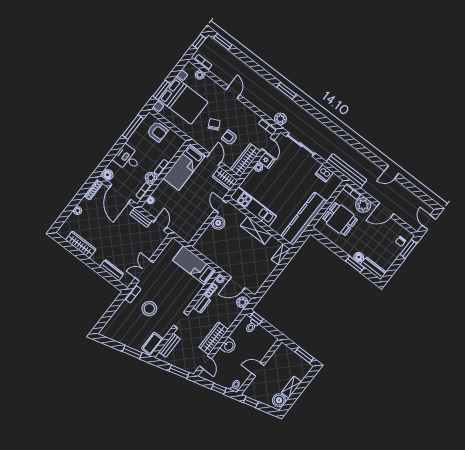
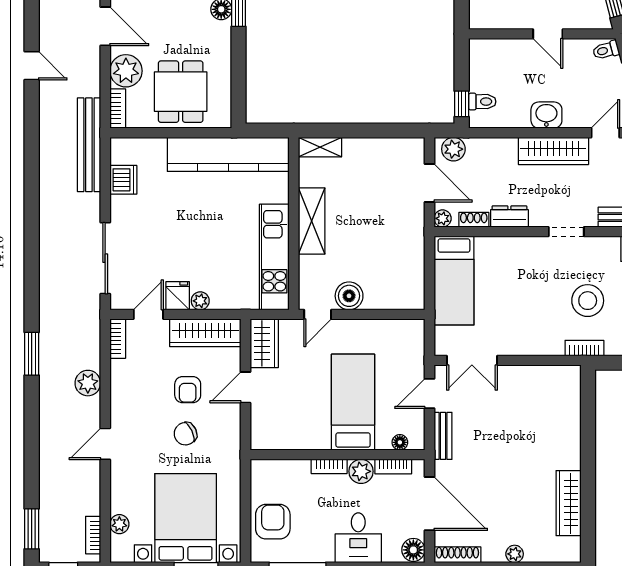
plant: (280, 119) -> (88, 383), moved
bed: (184, 167) -> (353, 402), moved, turned -90
door: (120, 194) -> (429, 504), hinge flipped
dresser: (112, 270) -> (571, 416), removed
double door: (144, 270) -> (472, 360), moved

